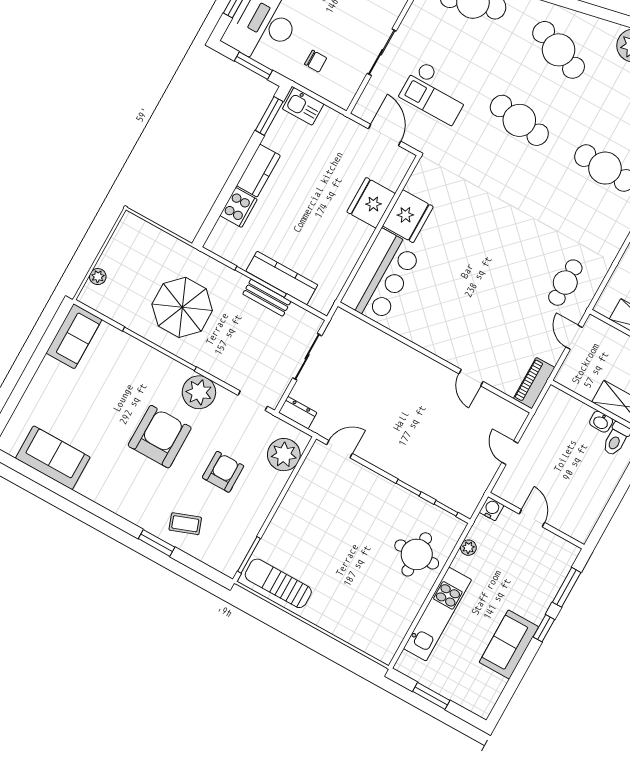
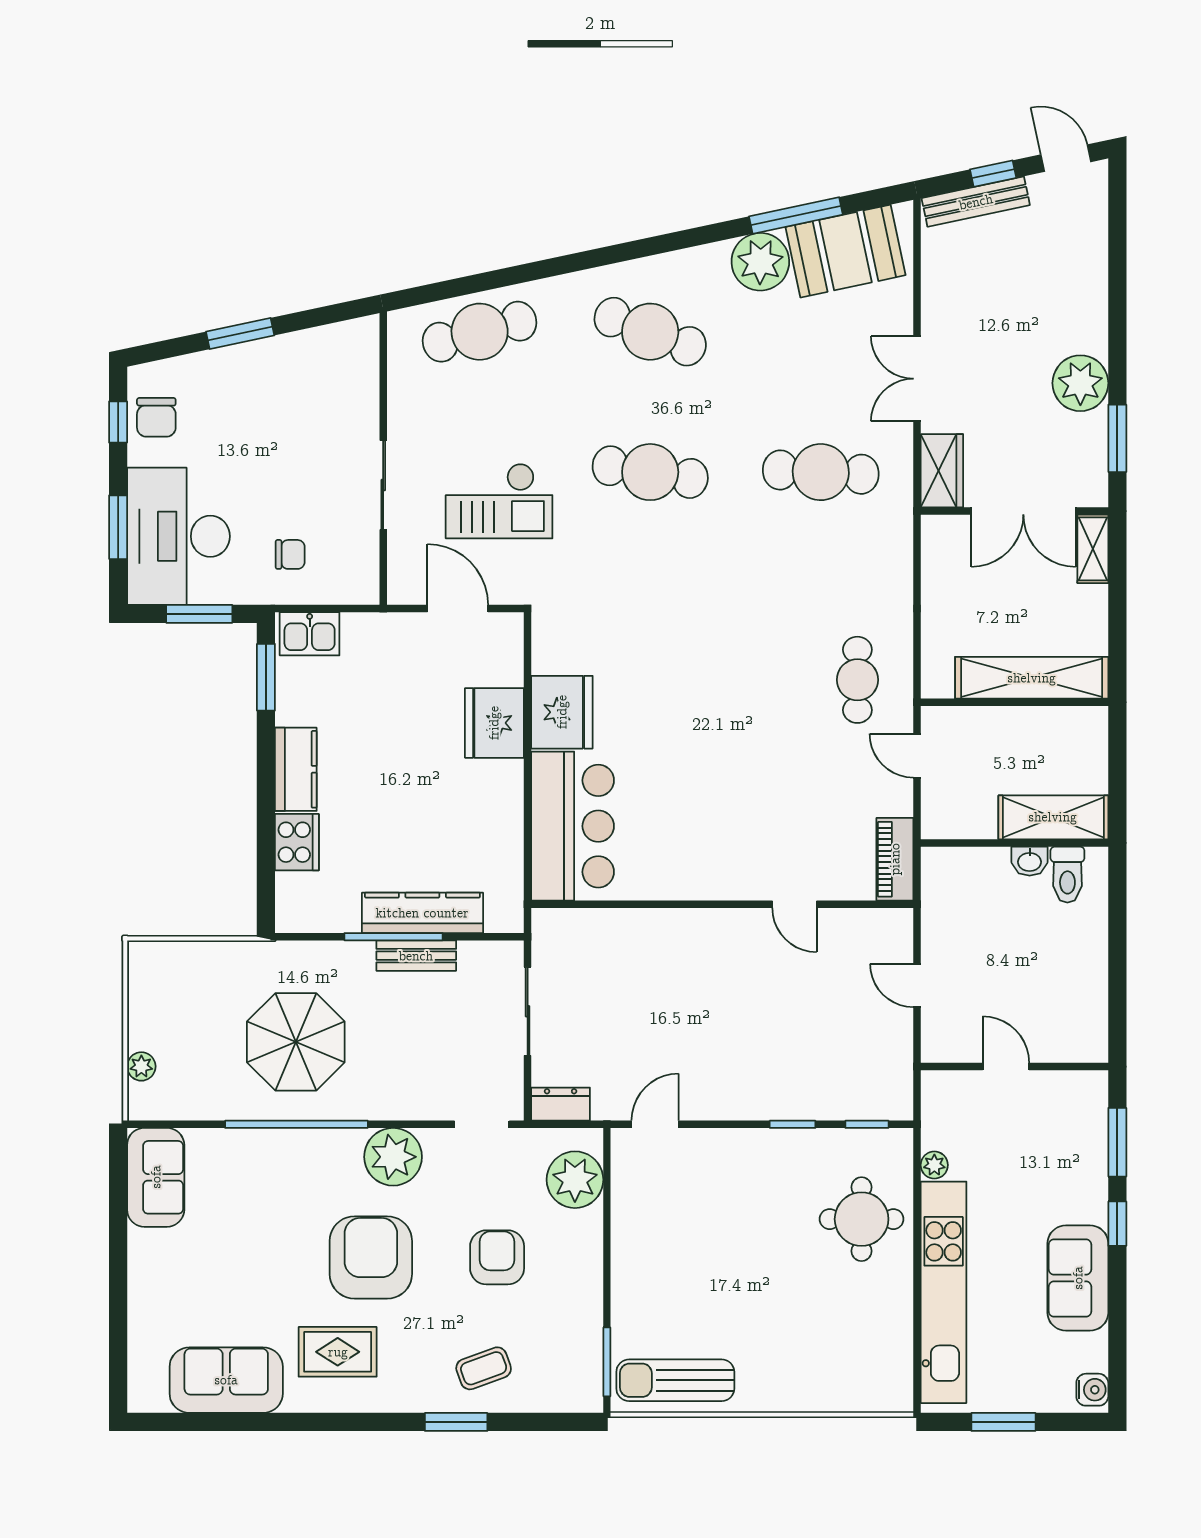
rug: (117, 475) -> (338, 1352), added
water cooler: (492, 509) -> (1092, 1390), moved, turned 90
kitchen unit: (437, 614) -> (944, 1292), width x1.36

